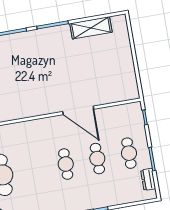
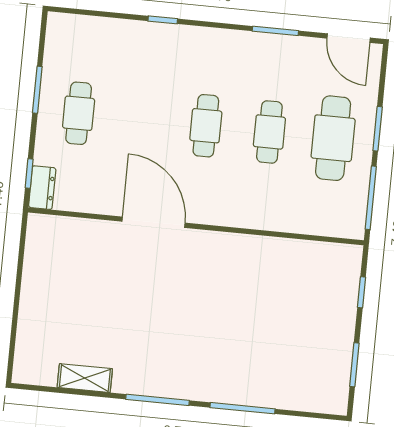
shelving: (91, 28) -> (85, 378), width x0.67, depth x0.75
cafe table: (97, 159) -> (269, 132), moved
dresser: (148, 179) -> (42, 188), moved

